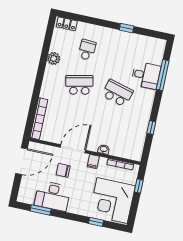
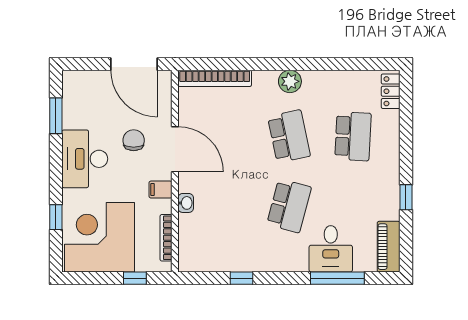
piano: (152, 43) -> (389, 247), added
school desk: (87, 50) -> (353, 136), width x1.85
plant: (54, 58) -> (290, 81), moved
desk: (53, 196) -> (85, 159), moved

